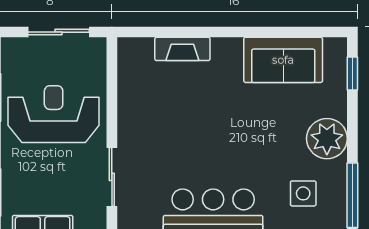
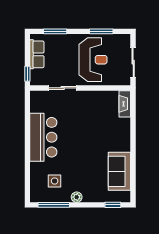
fireplace: (182, 49) -> (125, 104), moved
plant: (327, 139) -> (77, 197), width x0.53, depth x0.53

